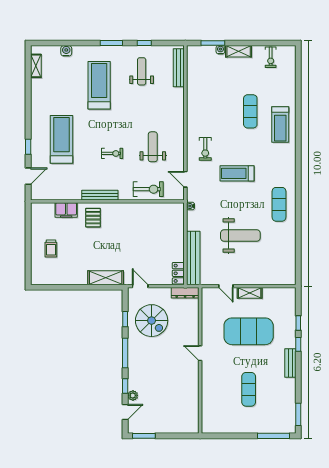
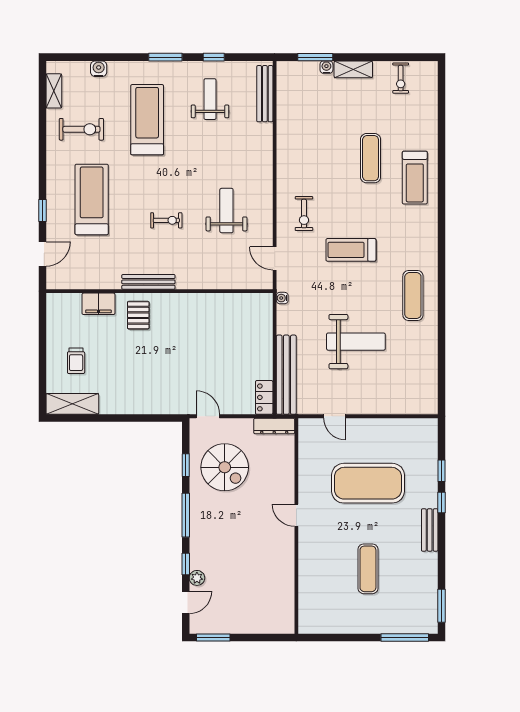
exercise bike: (148, 189) -> (81, 129), moved
shelving: (106, 278) -> (72, 404), moved
shelving: (250, 293) -> (370, 426), removed

